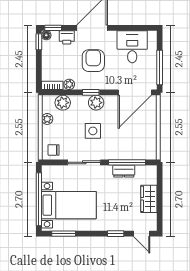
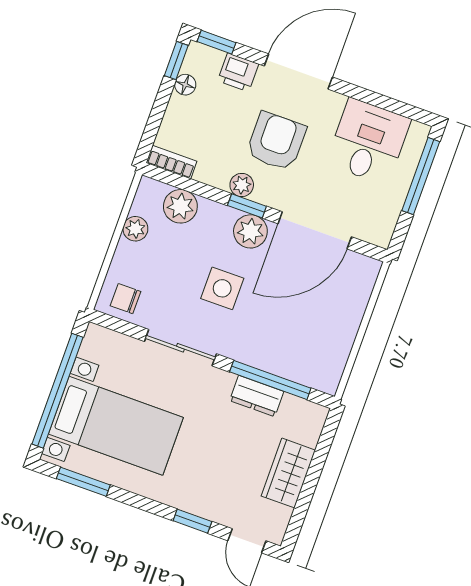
floor lamp: (46, 35) -> (185, 85), moved
window: (160, 67) -> (421, 176), moved
plant: (69, 84) -> (242, 185), moved
door: (135, 92) -> (315, 230), moved

